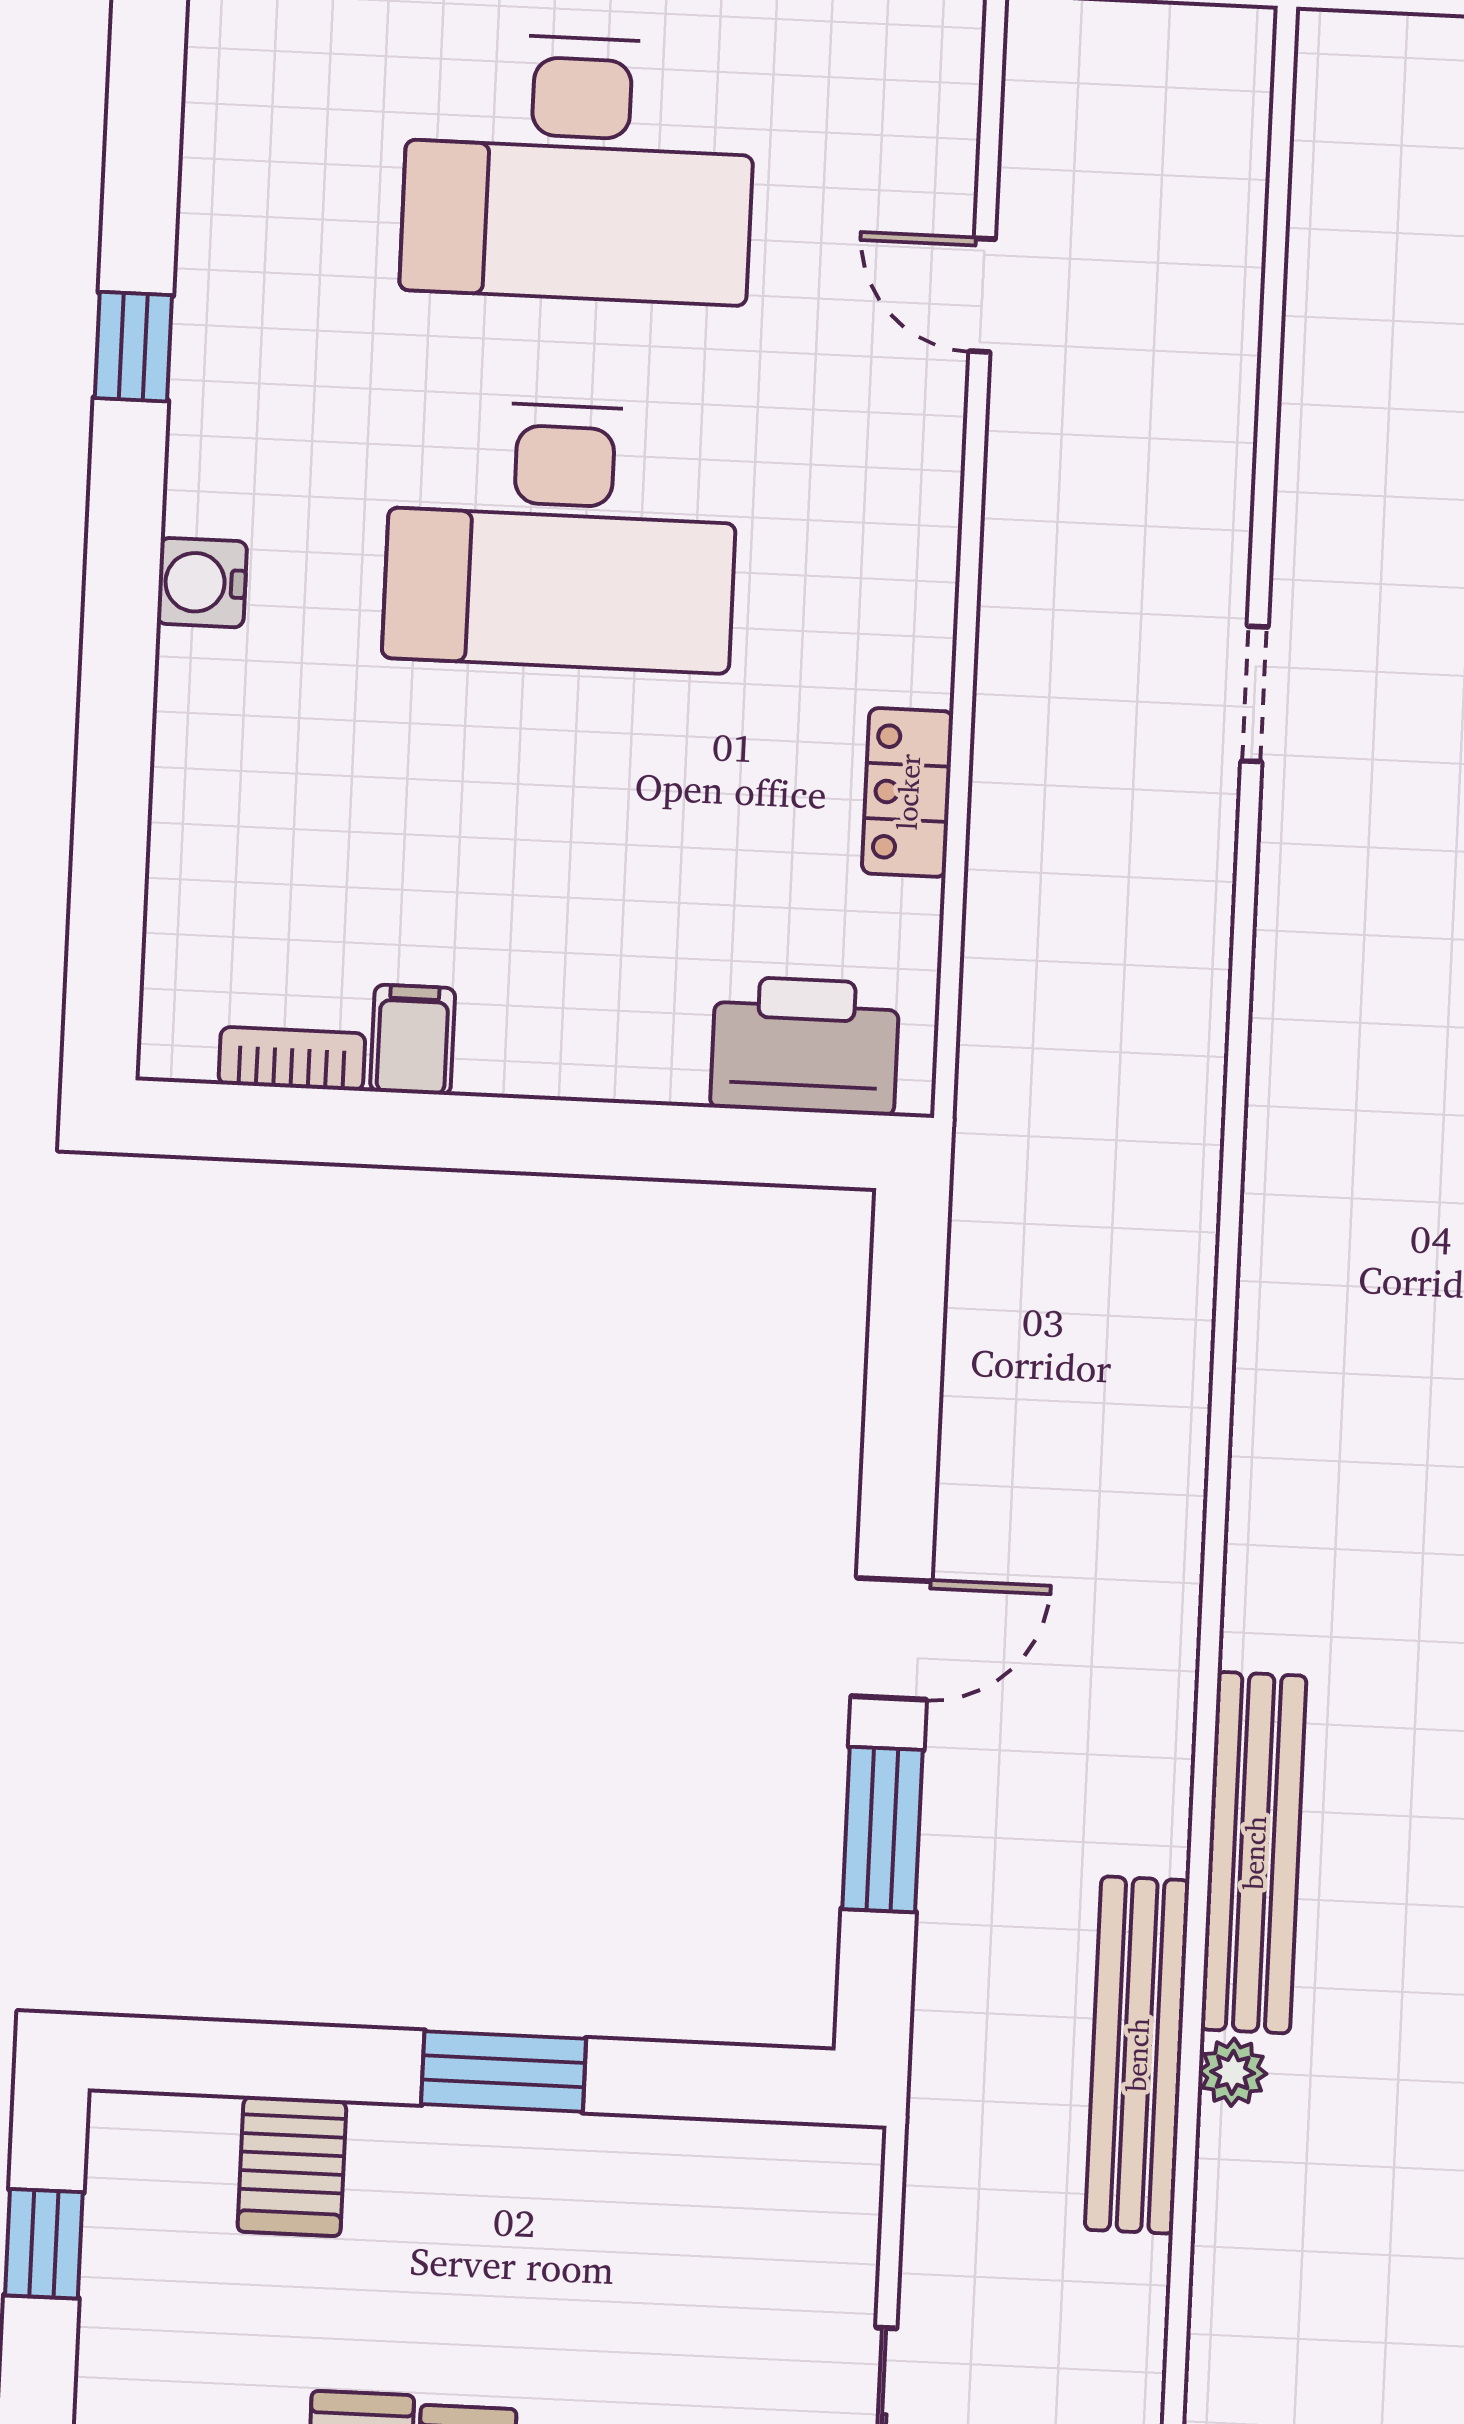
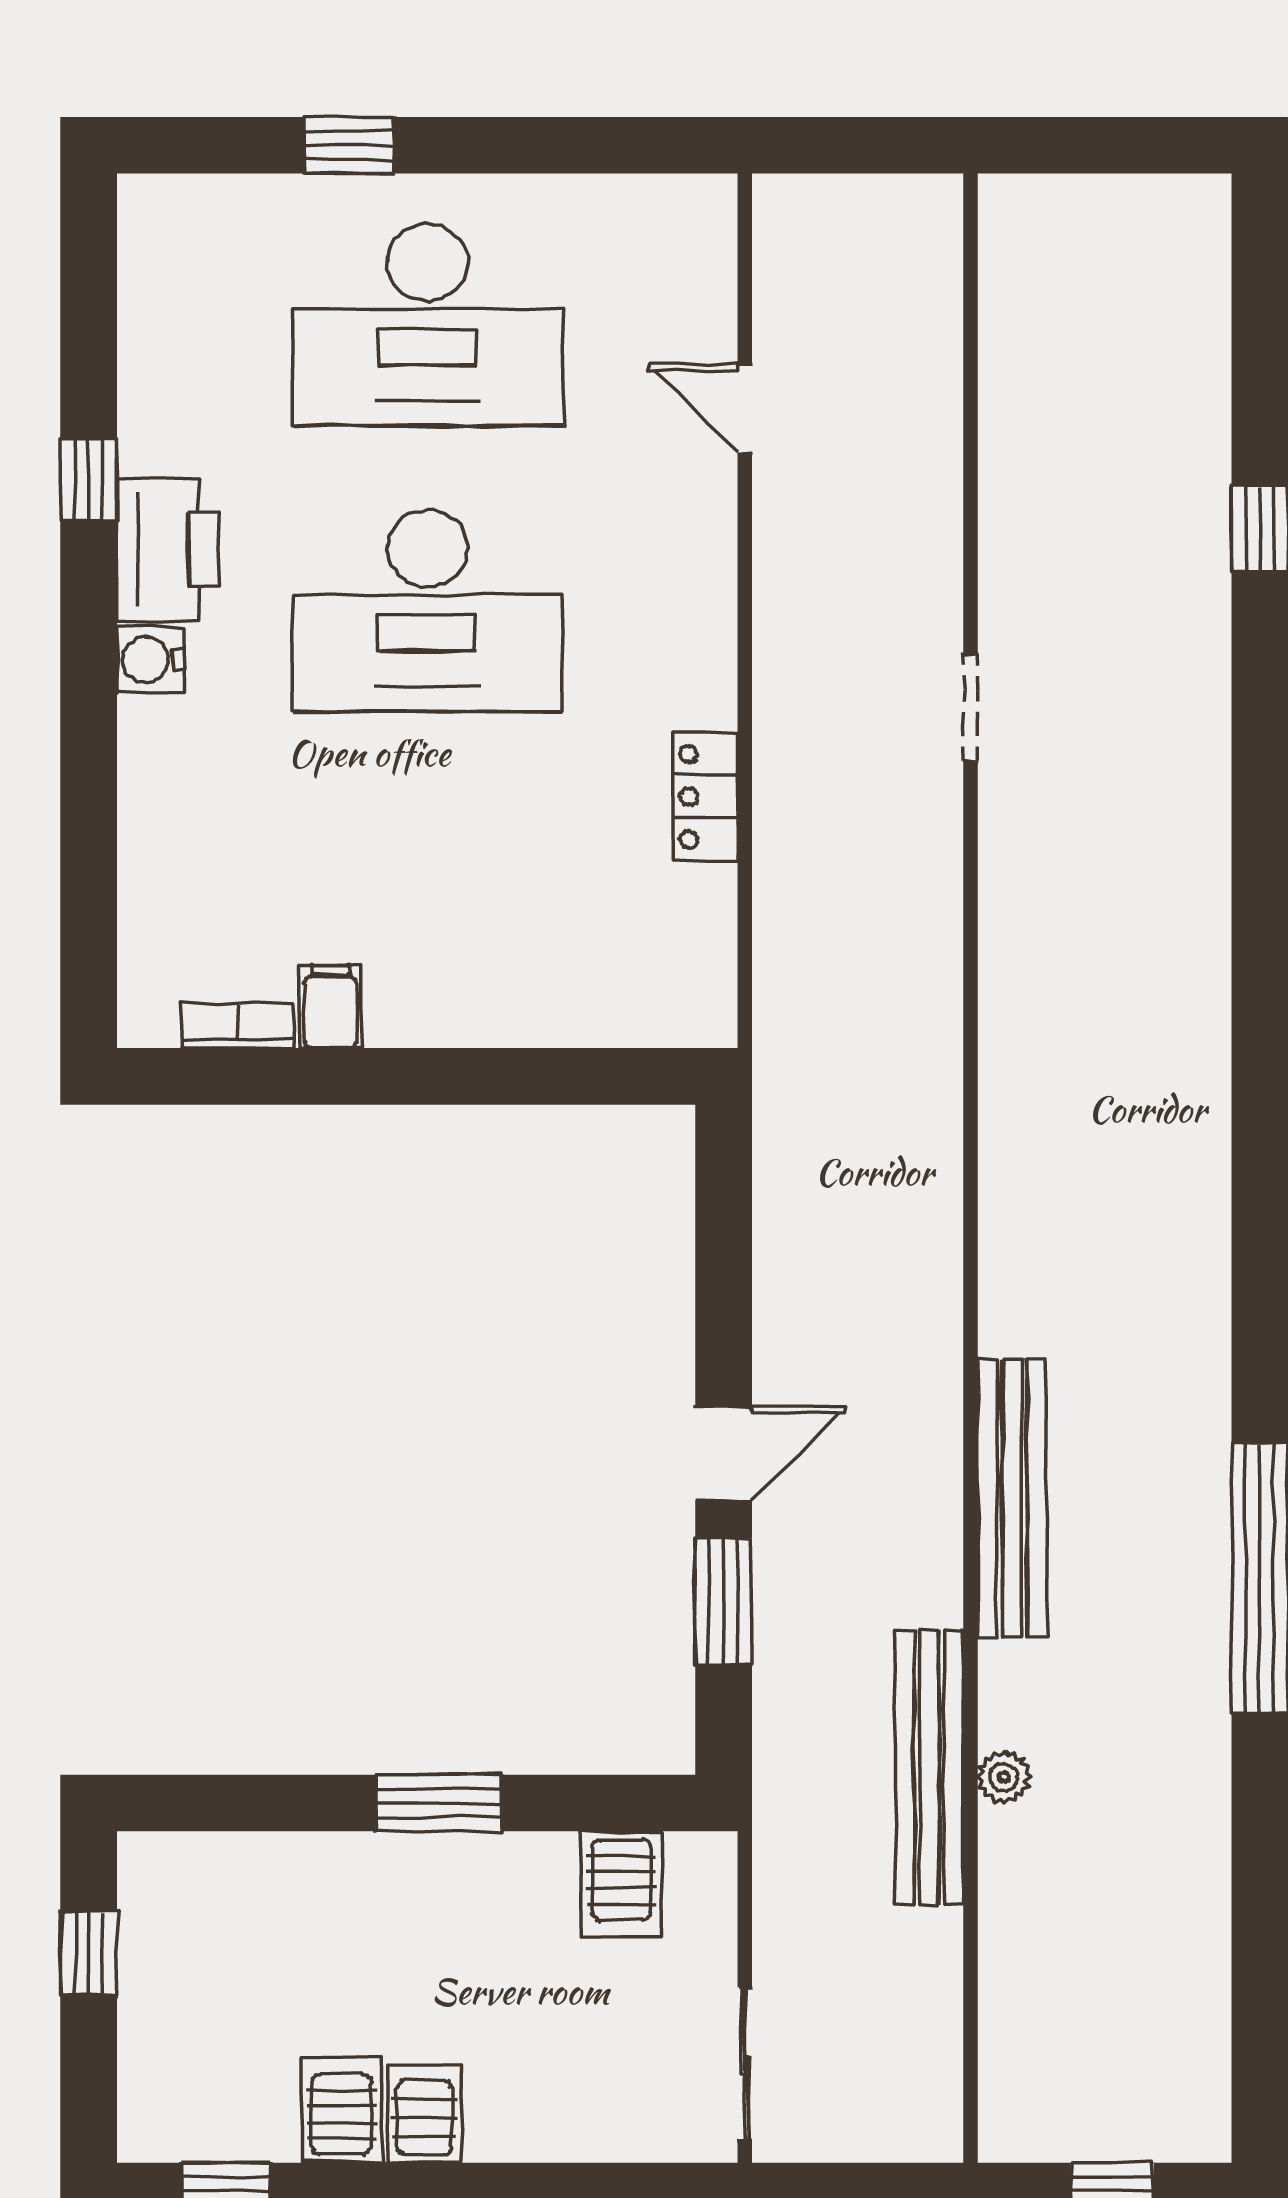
printer: (805, 1046) -> (168, 549), moved, turned 90
bench: (1254, 1853) -> (1012, 1498), moved
server rack: (292, 2166) -> (622, 1884), moved

